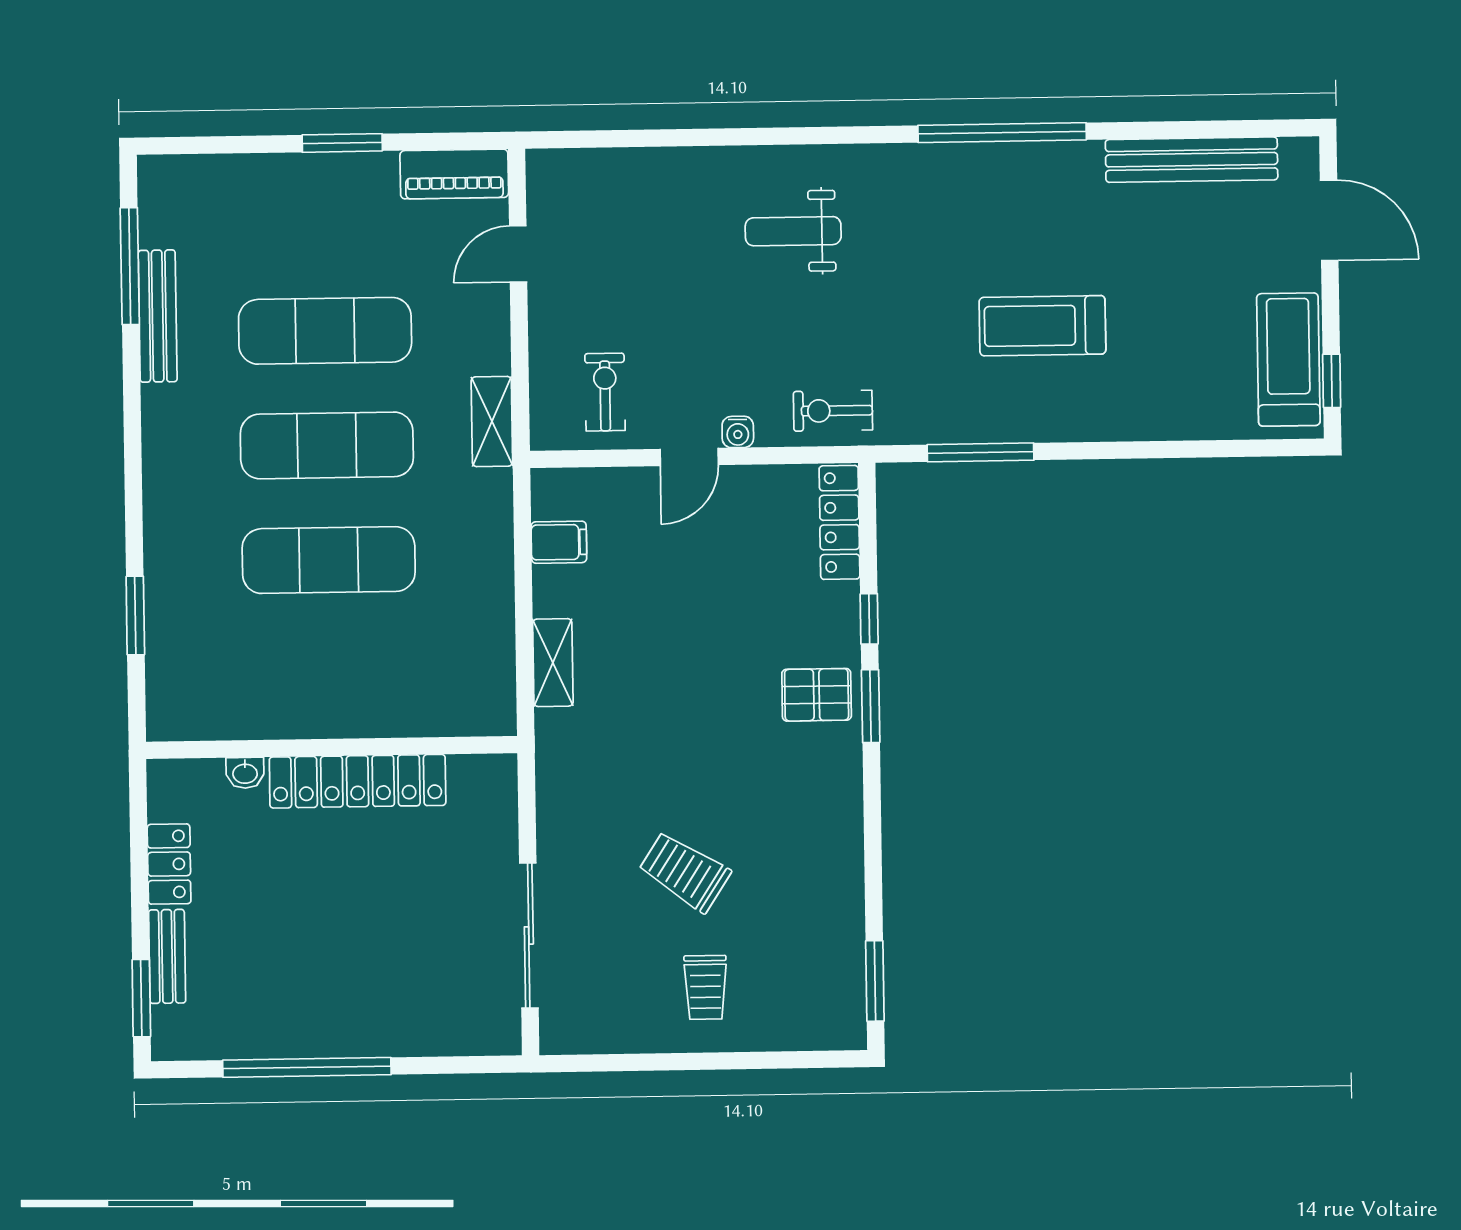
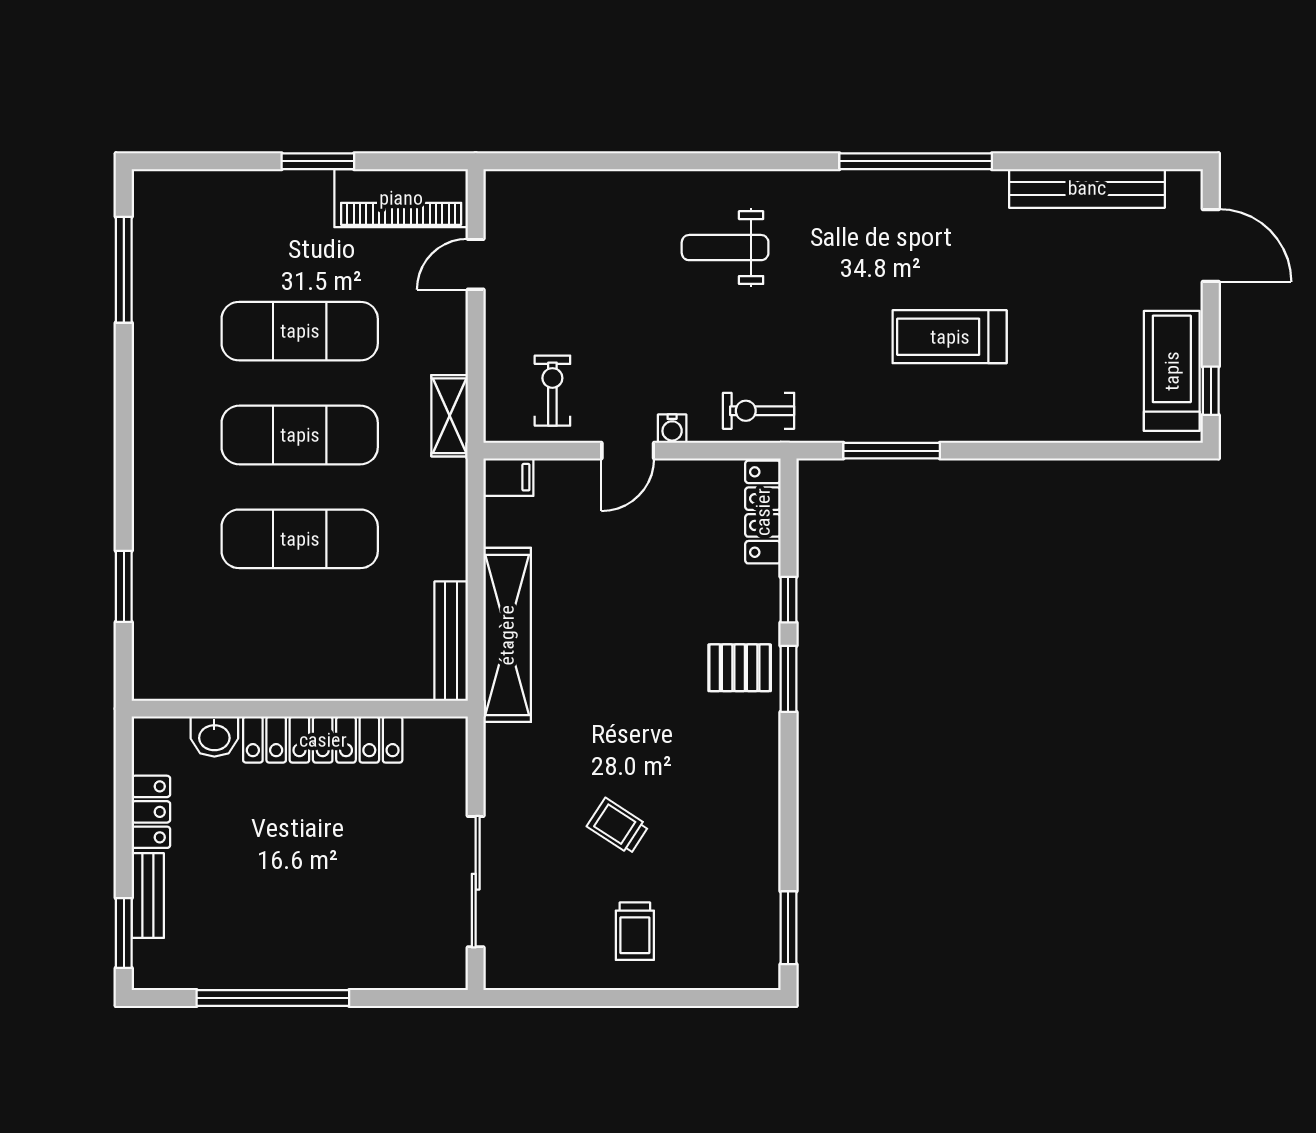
piano: (454, 174) -> (401, 198), width x1.37, depth x1.33
bench: (158, 316) -> (451, 641), moved
filing cabinet: (559, 542) -> (508, 477), moved
shelving: (553, 663) -> (507, 635), width x2.20, depth x1.33
washbasin: (245, 773) -> (214, 737), width x1.38, depth x1.45
trolley: (685, 872) -> (618, 826), width x0.73, depth x0.72

